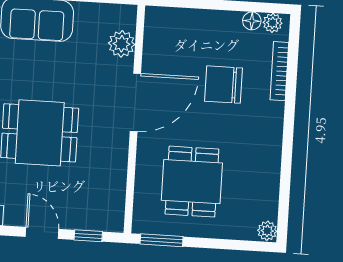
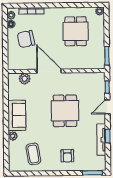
chair: (224, 85) -> (26, 39), moved, turned 79
dining table: (192, 182) -> (76, 31), moved, turned 90

